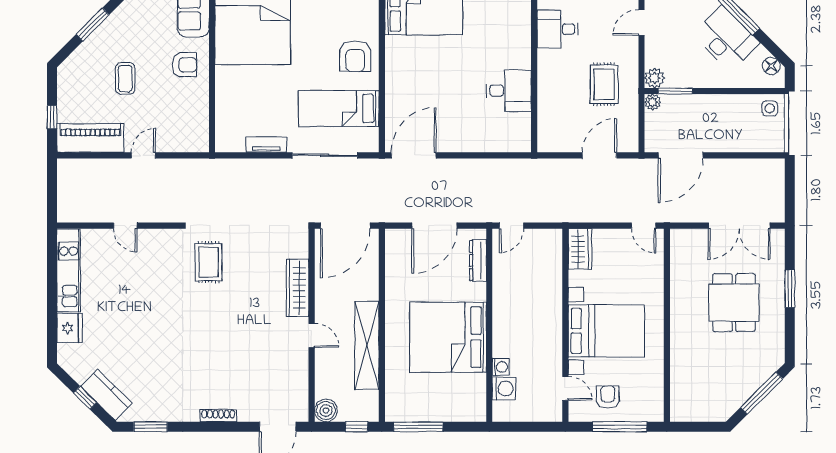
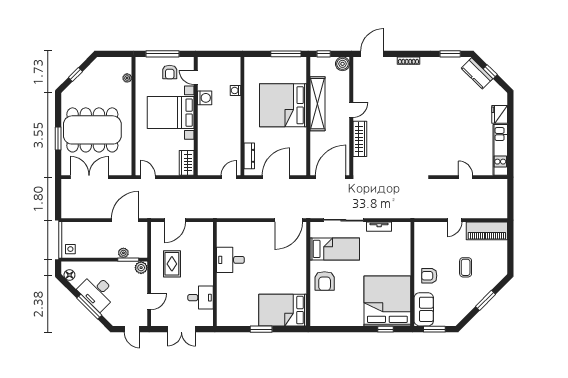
armchair: (355, 56) -> (325, 281), turned 180
plant: (653, 102) -> (123, 253), moved
window: (52, 117) -> (510, 244), removed
rug: (209, 262) -> (414, 155), removed
dining table: (734, 303) -> (92, 130), width x1.88, depth x1.24
door: (312, 335) -> (351, 110), swing flipped
bed: (448, 337) -> (283, 105), moved, turned 180
plant: (677, 387) -> (127, 78), added
washing machine: (504, 389) -> (205, 98), moved, turned 180
window: (762, 393) -> (75, 74), width x0.46

